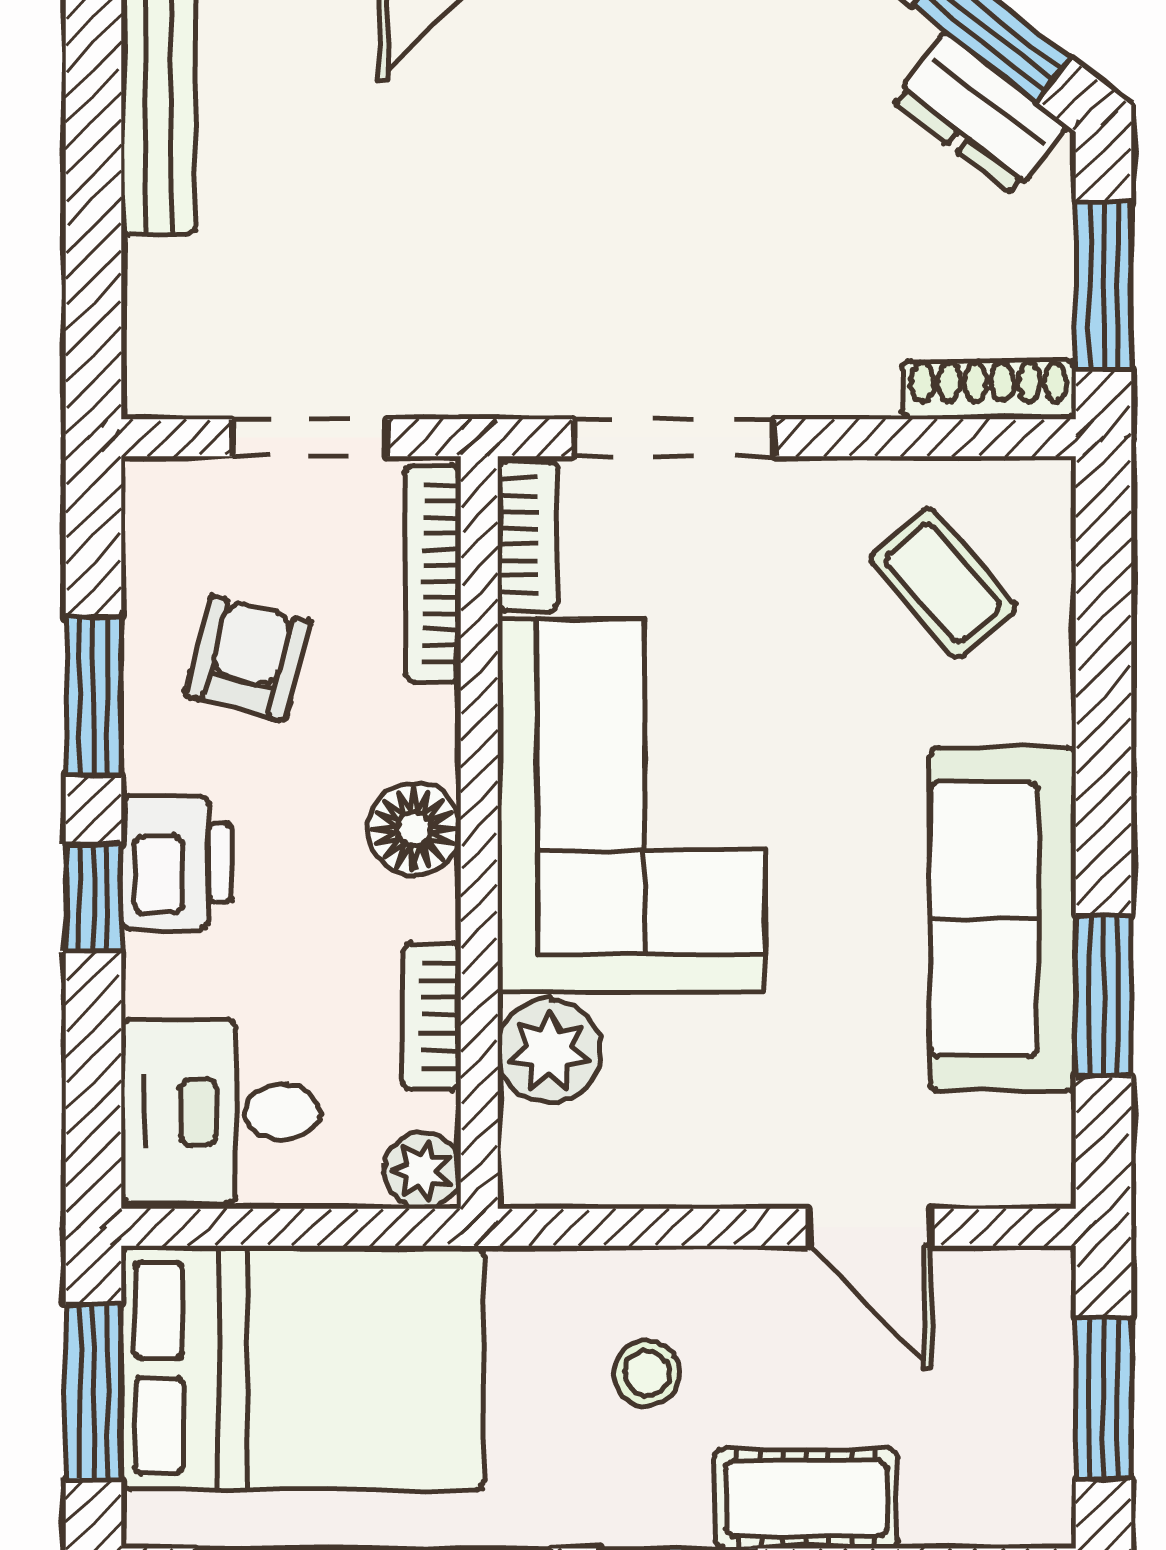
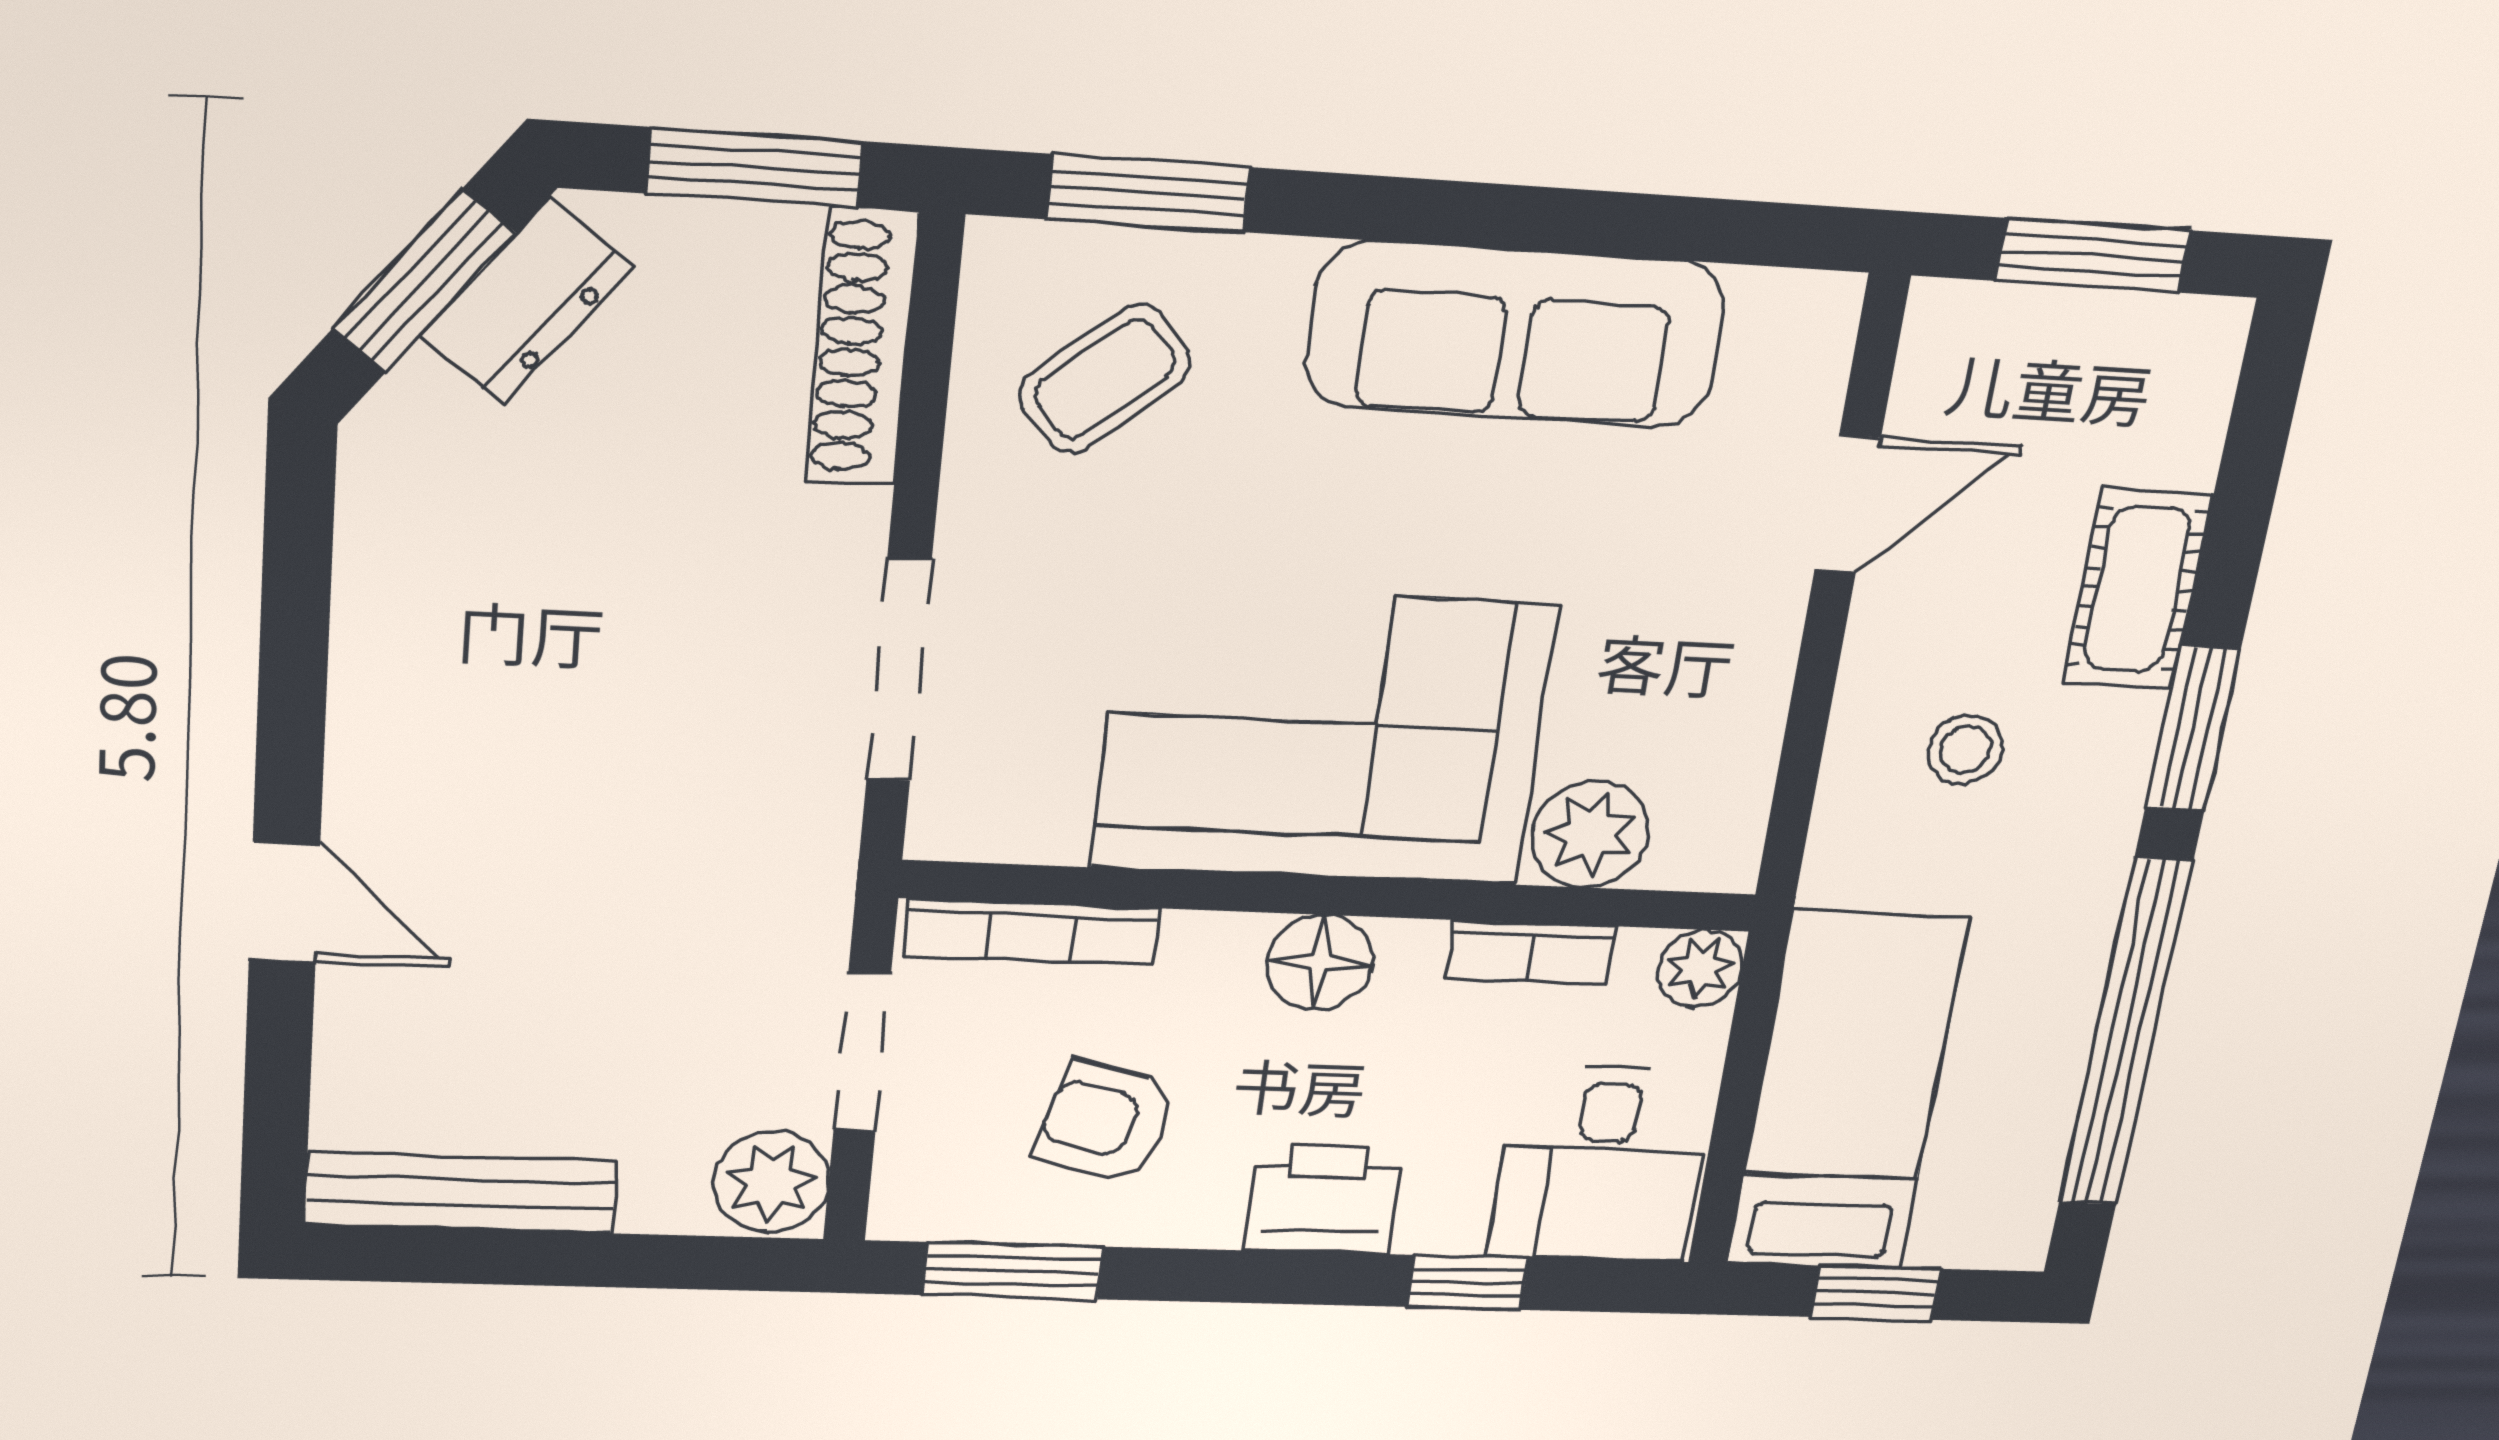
plant: (177, 369) -> (771, 1182), added
shoe rack: (989, 390) -> (862, 347), width x1.36, depth x1.24
bookcase: (528, 536) -> (999, 832), removed
window: (94, 696) -> (1013, 1271), moved
window: (94, 898) -> (1467, 1282), moved
window: (1103, 996) -> (1148, 193), moved
bed: (302, 1368) -> (1847, 1093), width x0.67
window: (94, 1392) -> (1876, 1293), width x0.67

